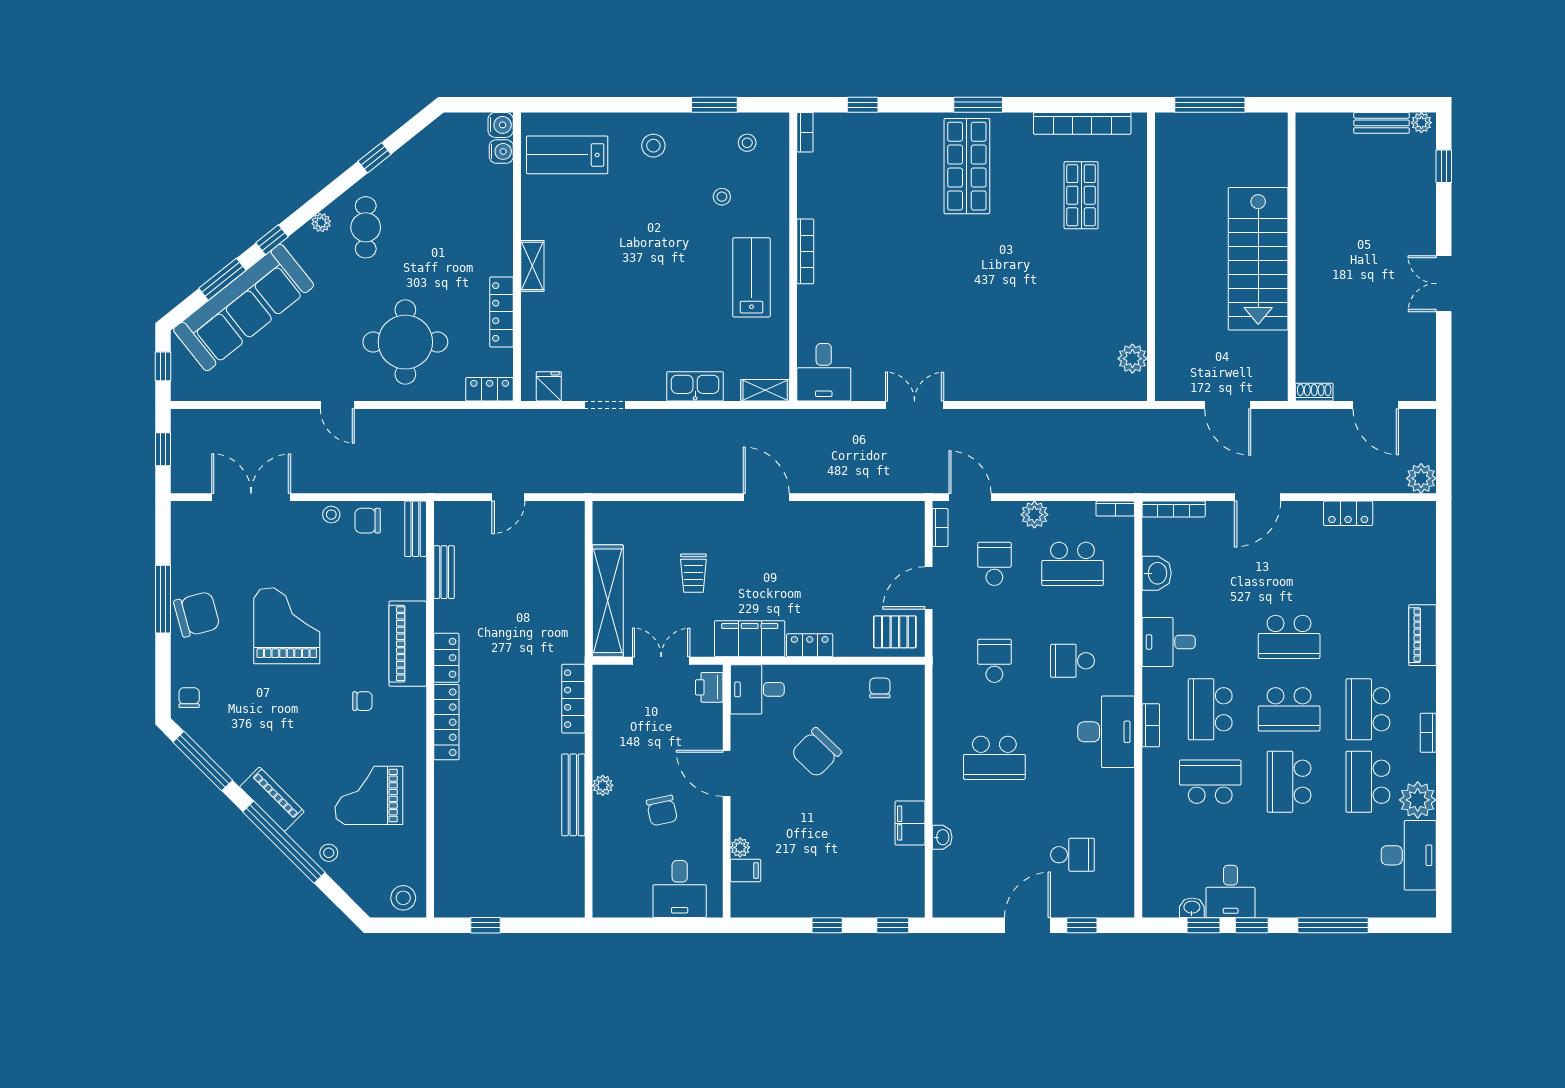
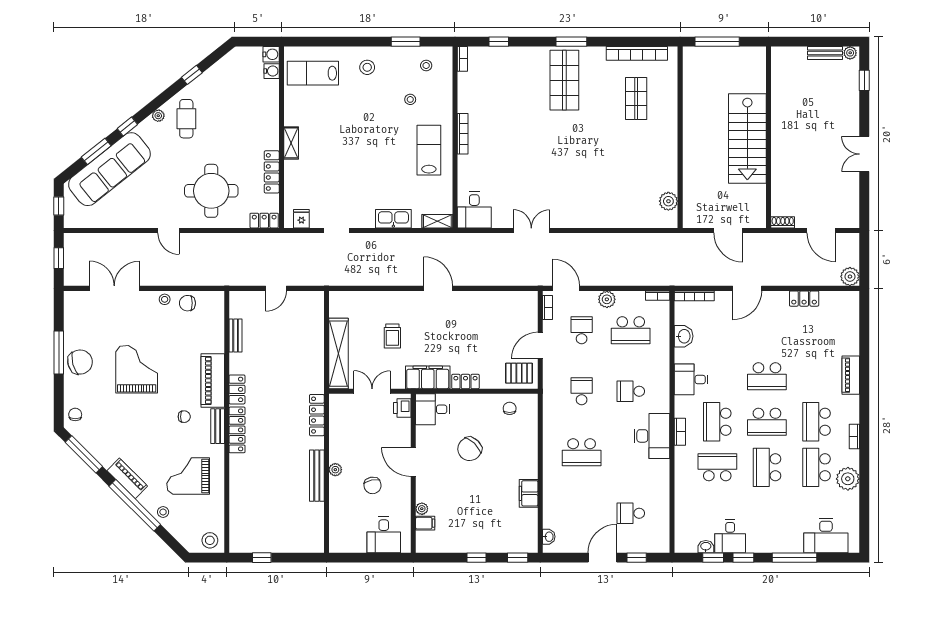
bench: (416, 529) -> (218, 426), moved
washbasin: (942, 837) -> (549, 537), moved
school desk: (1072, 855) -> (631, 513), turned 180
desk: (1409, 855) -> (826, 536), moved, turned 90

